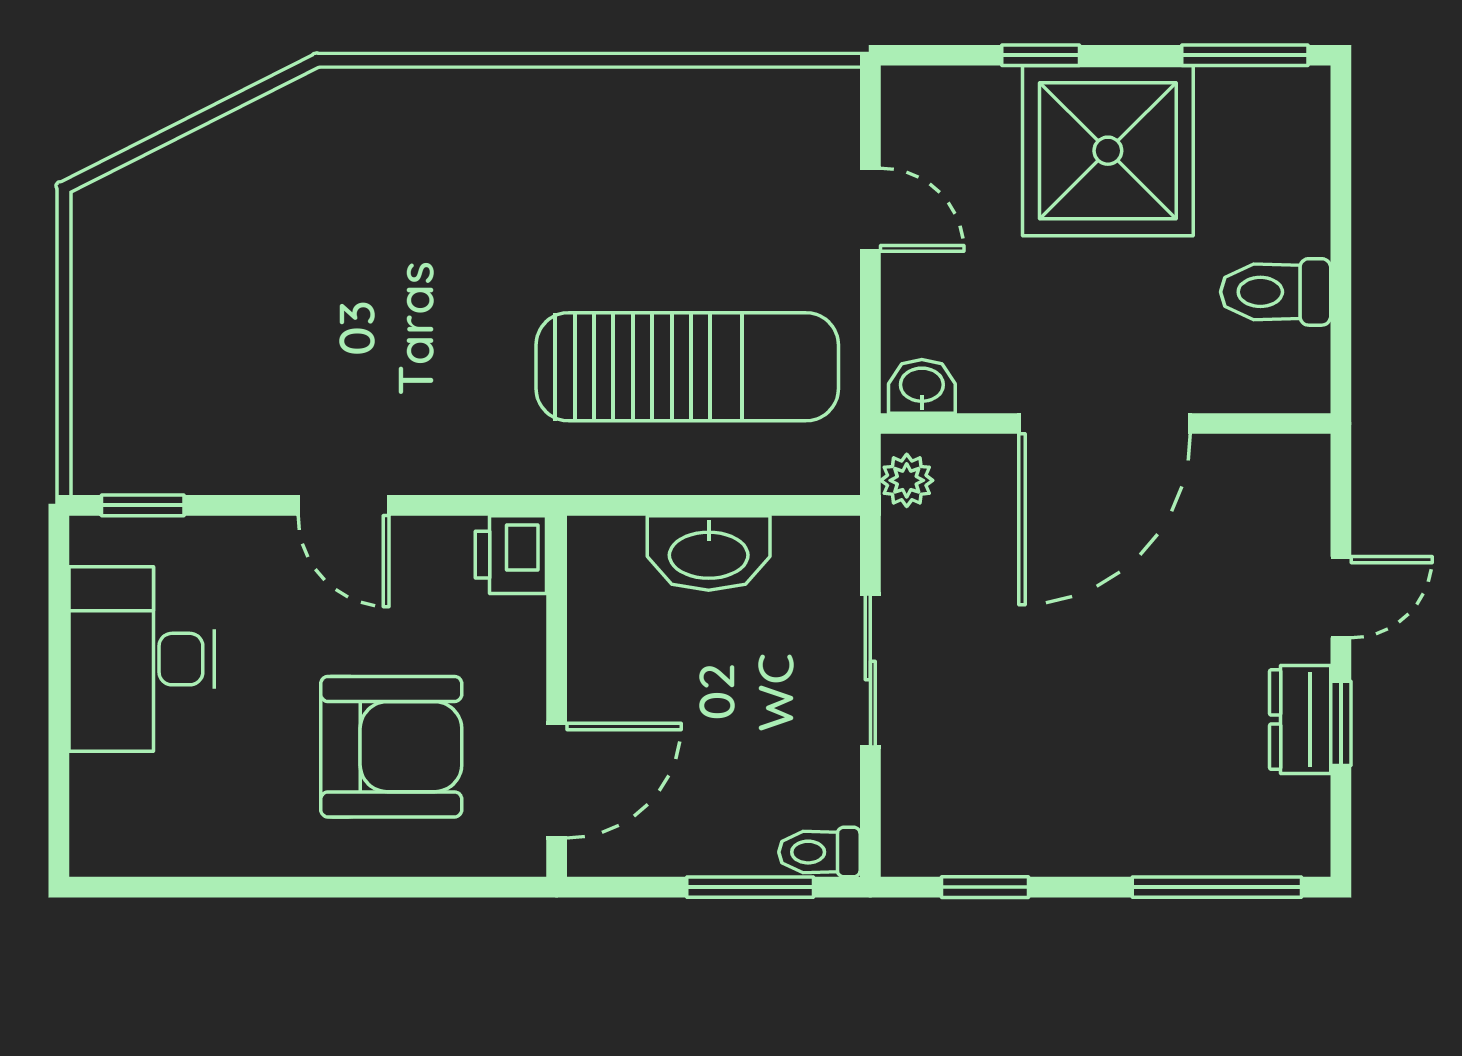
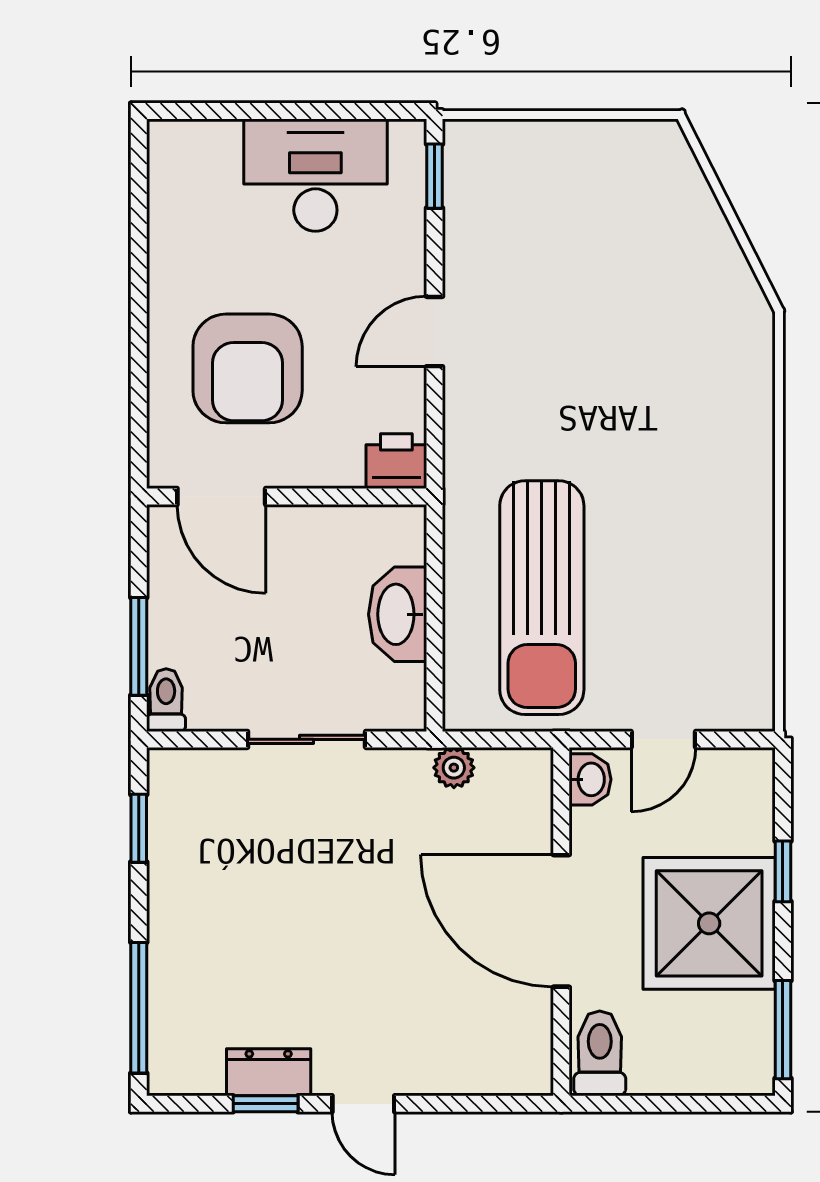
washbasin: (922, 386) -> (590, 779), moved
door: (1105, 423) -> (561, 921), moved
wall: (1106, 423) -> (561, 922), moved

